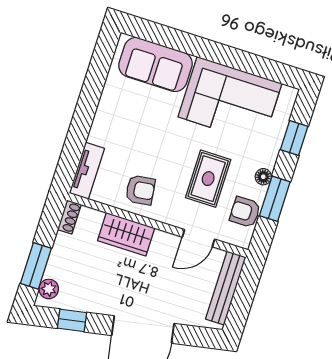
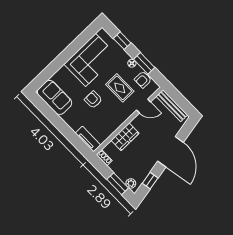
sofa: (155, 65) -> (55, 97), moved, turned -90
armchair: (140, 190) -> (93, 100), moved, turned -83
door: (198, 238) -> (144, 106), hinge flipped

